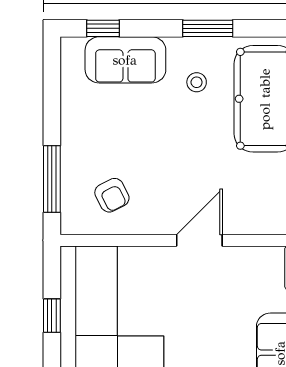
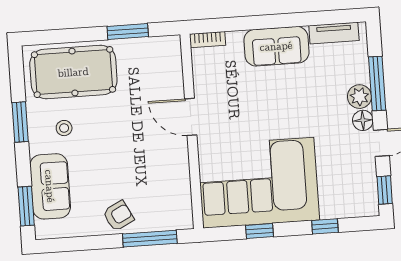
window: (103, 28) -> (26, 206), width x1.50
armchair: (112, 195) -> (118, 216), moved

